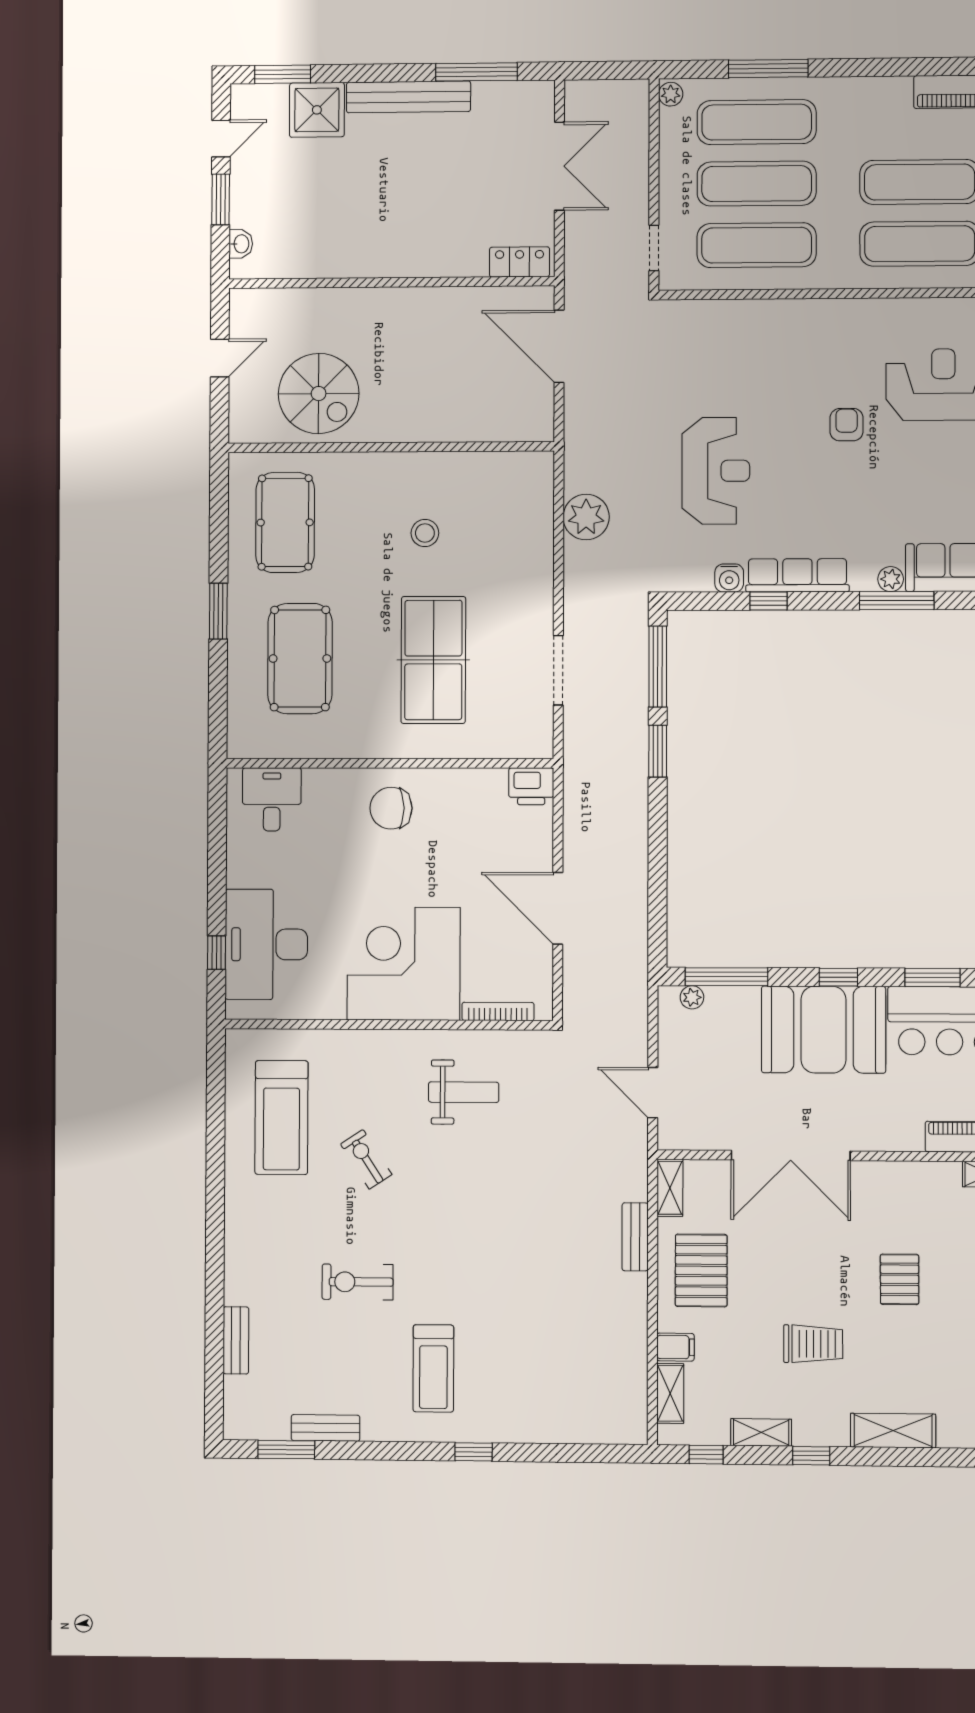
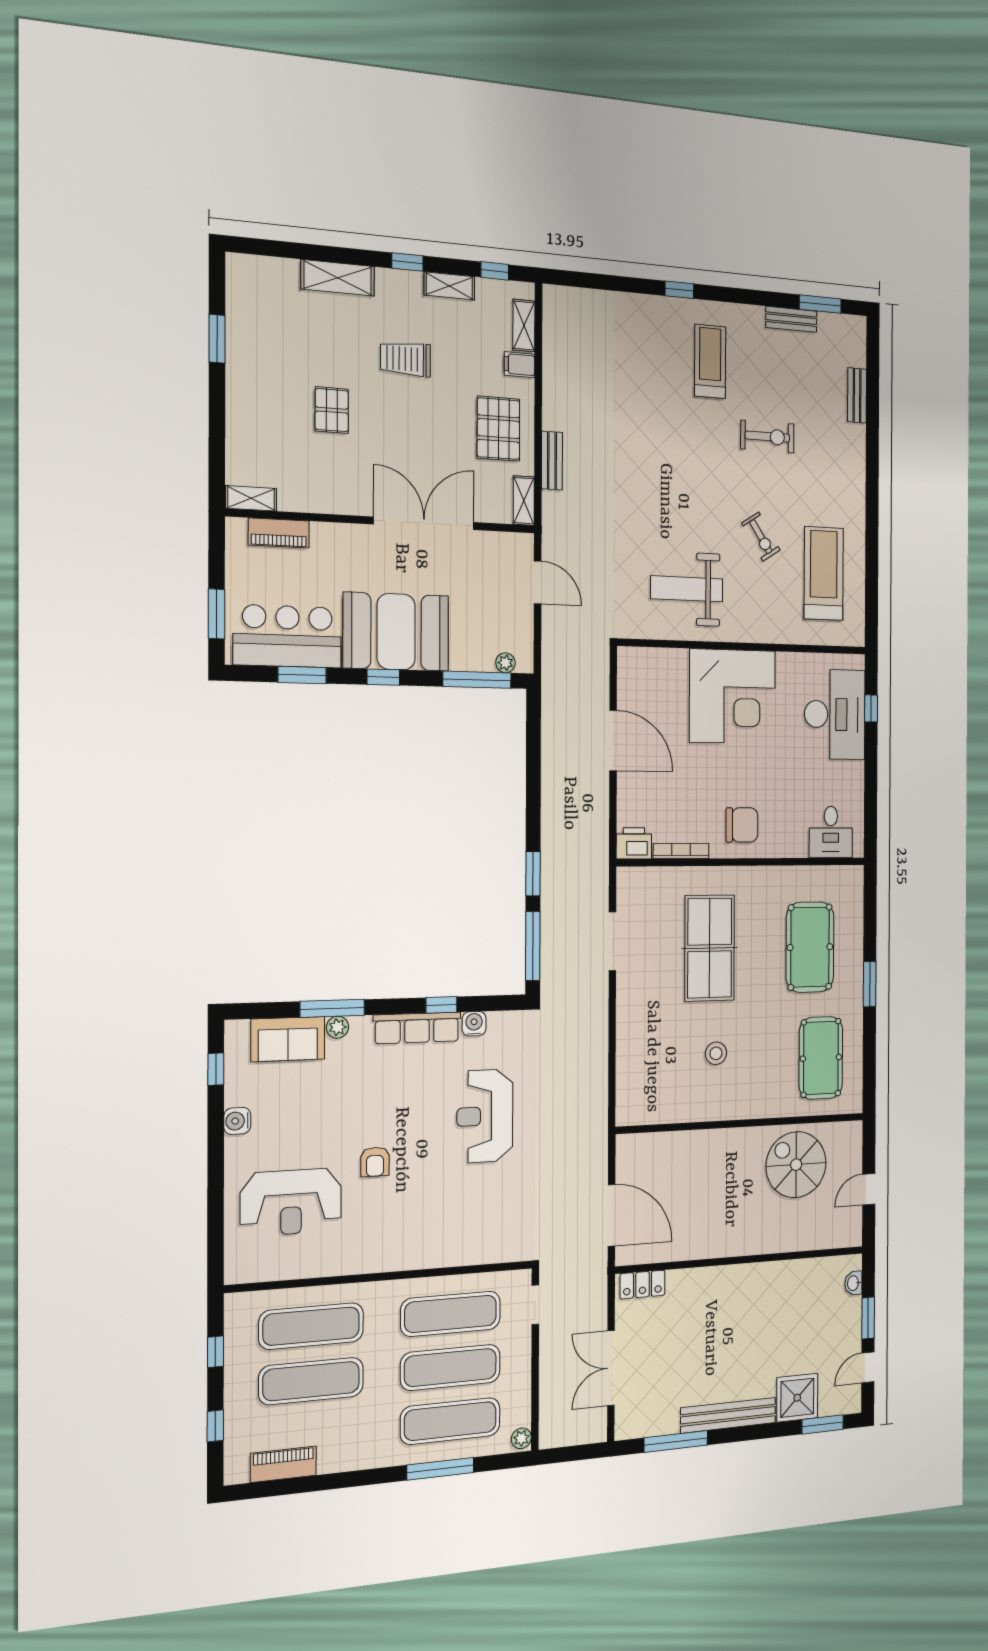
plant: (586, 517) -> (590, 1072), removed
bookcase: (498, 1011) -> (681, 851), moved, turned 180
weight bench: (464, 1092) -> (687, 589), width x1.36, depth x1.33

